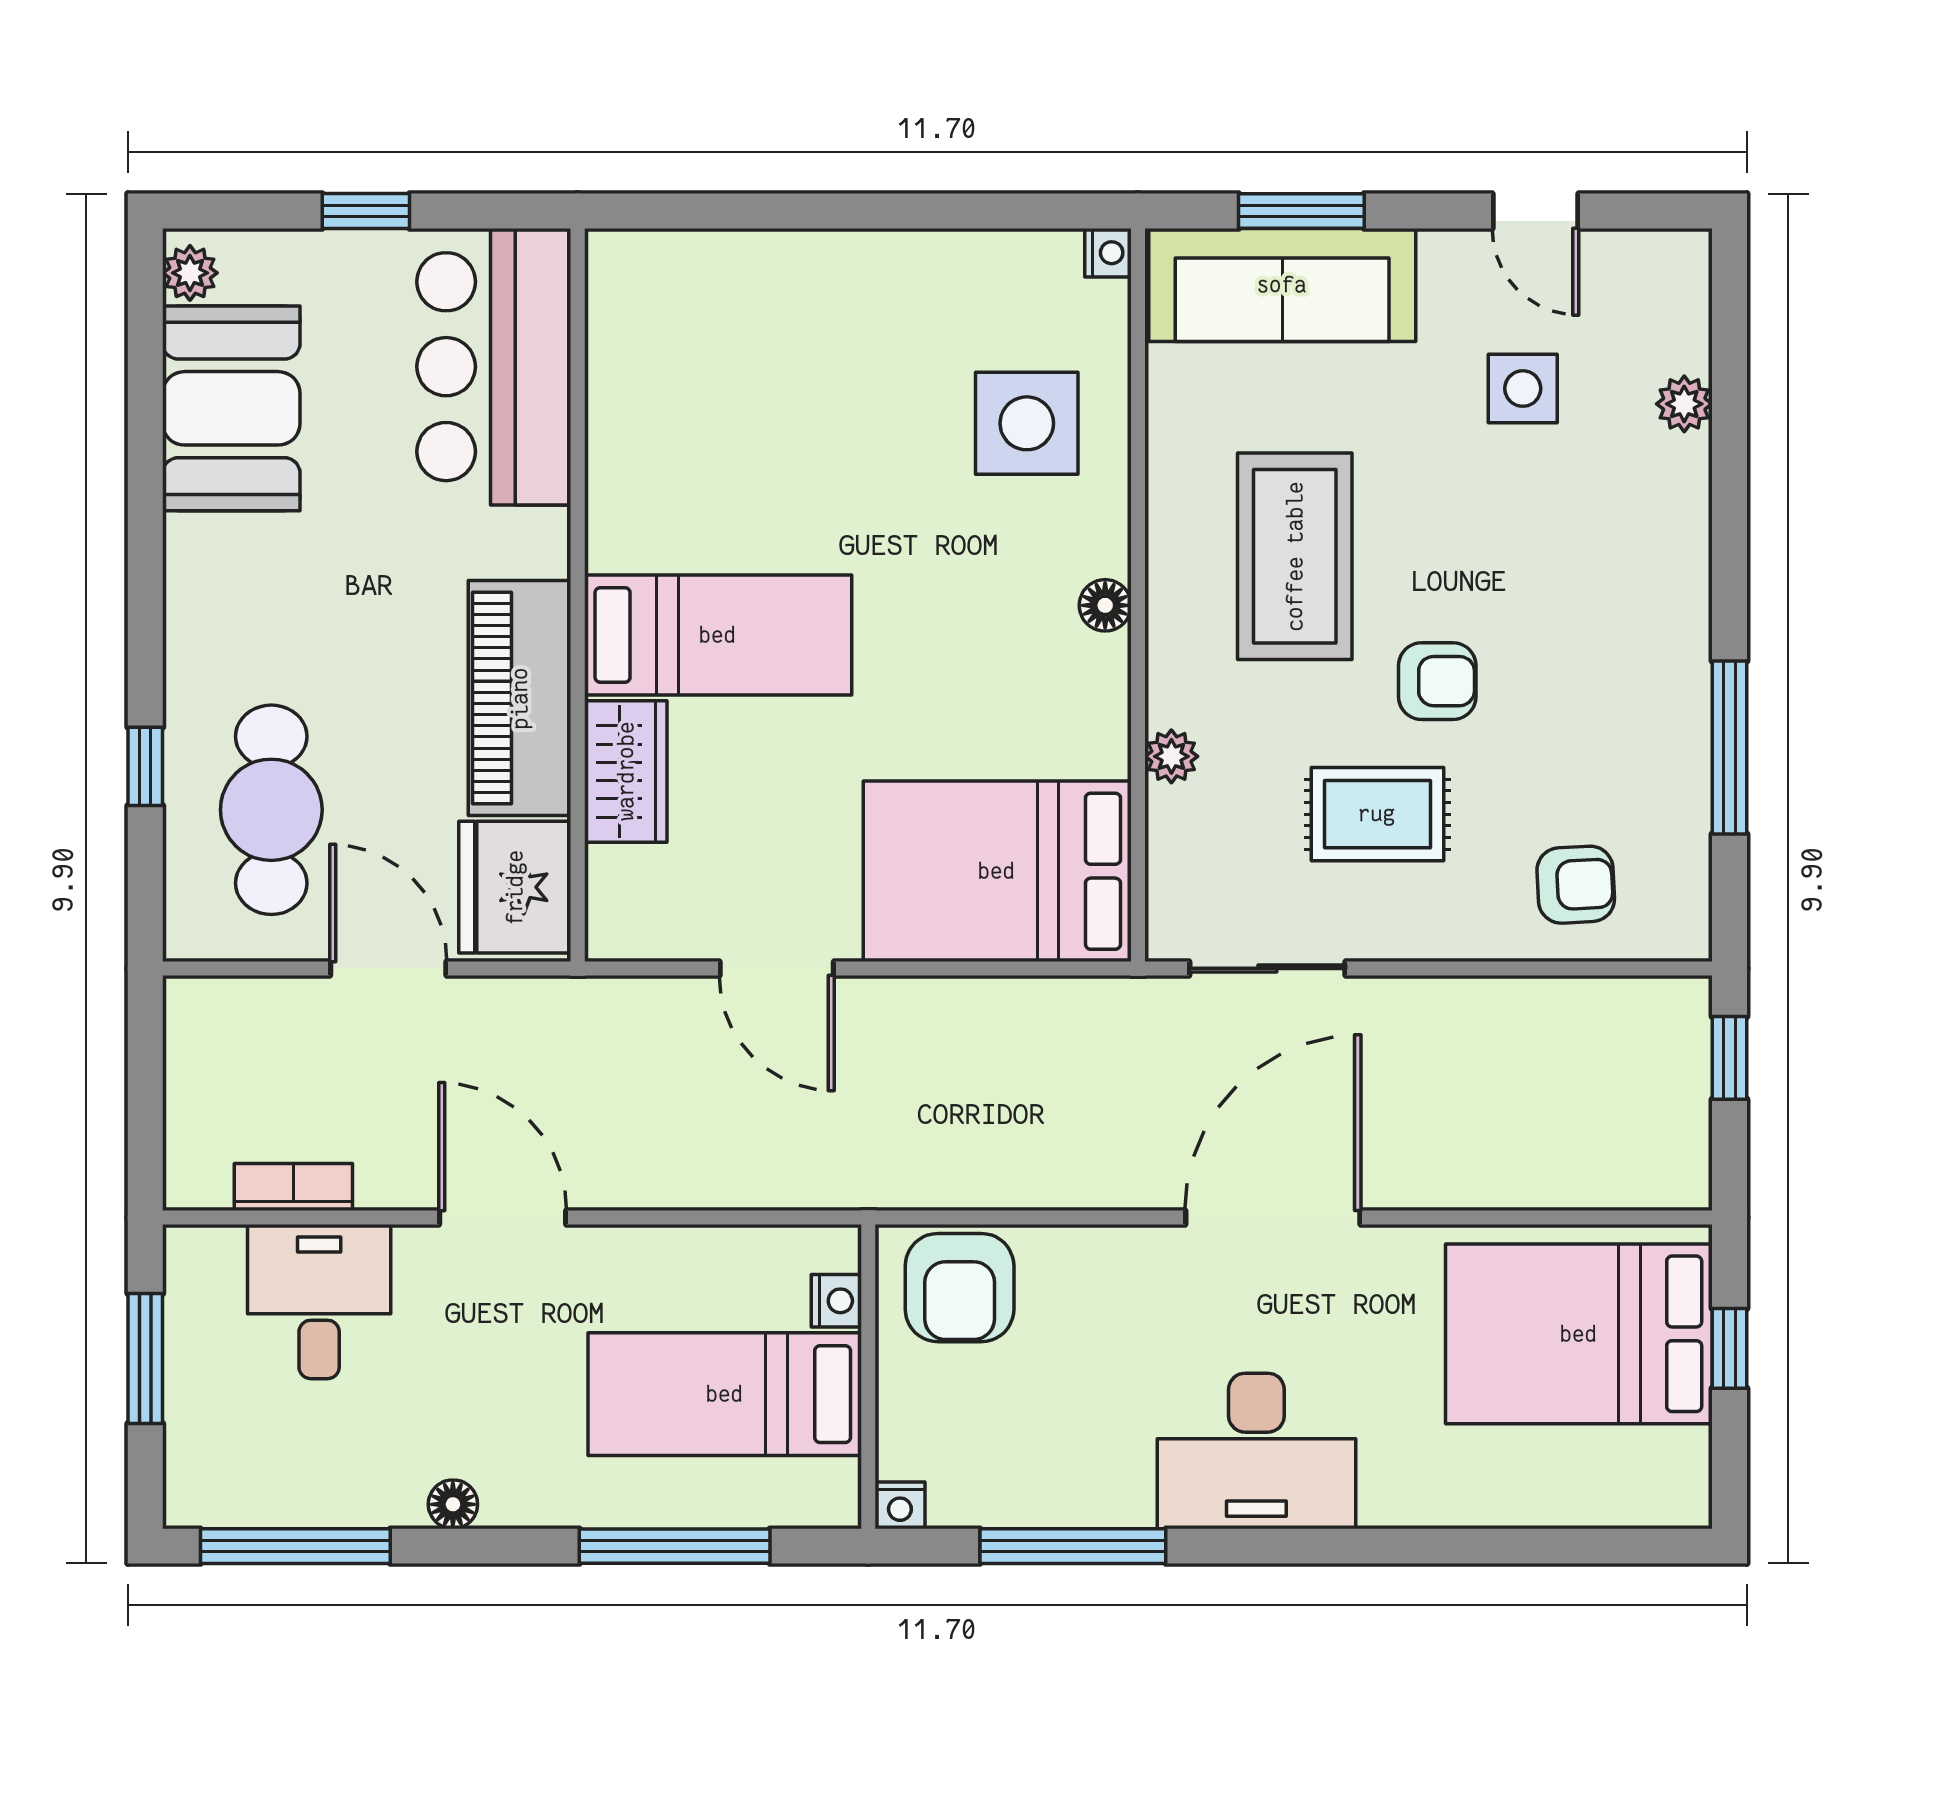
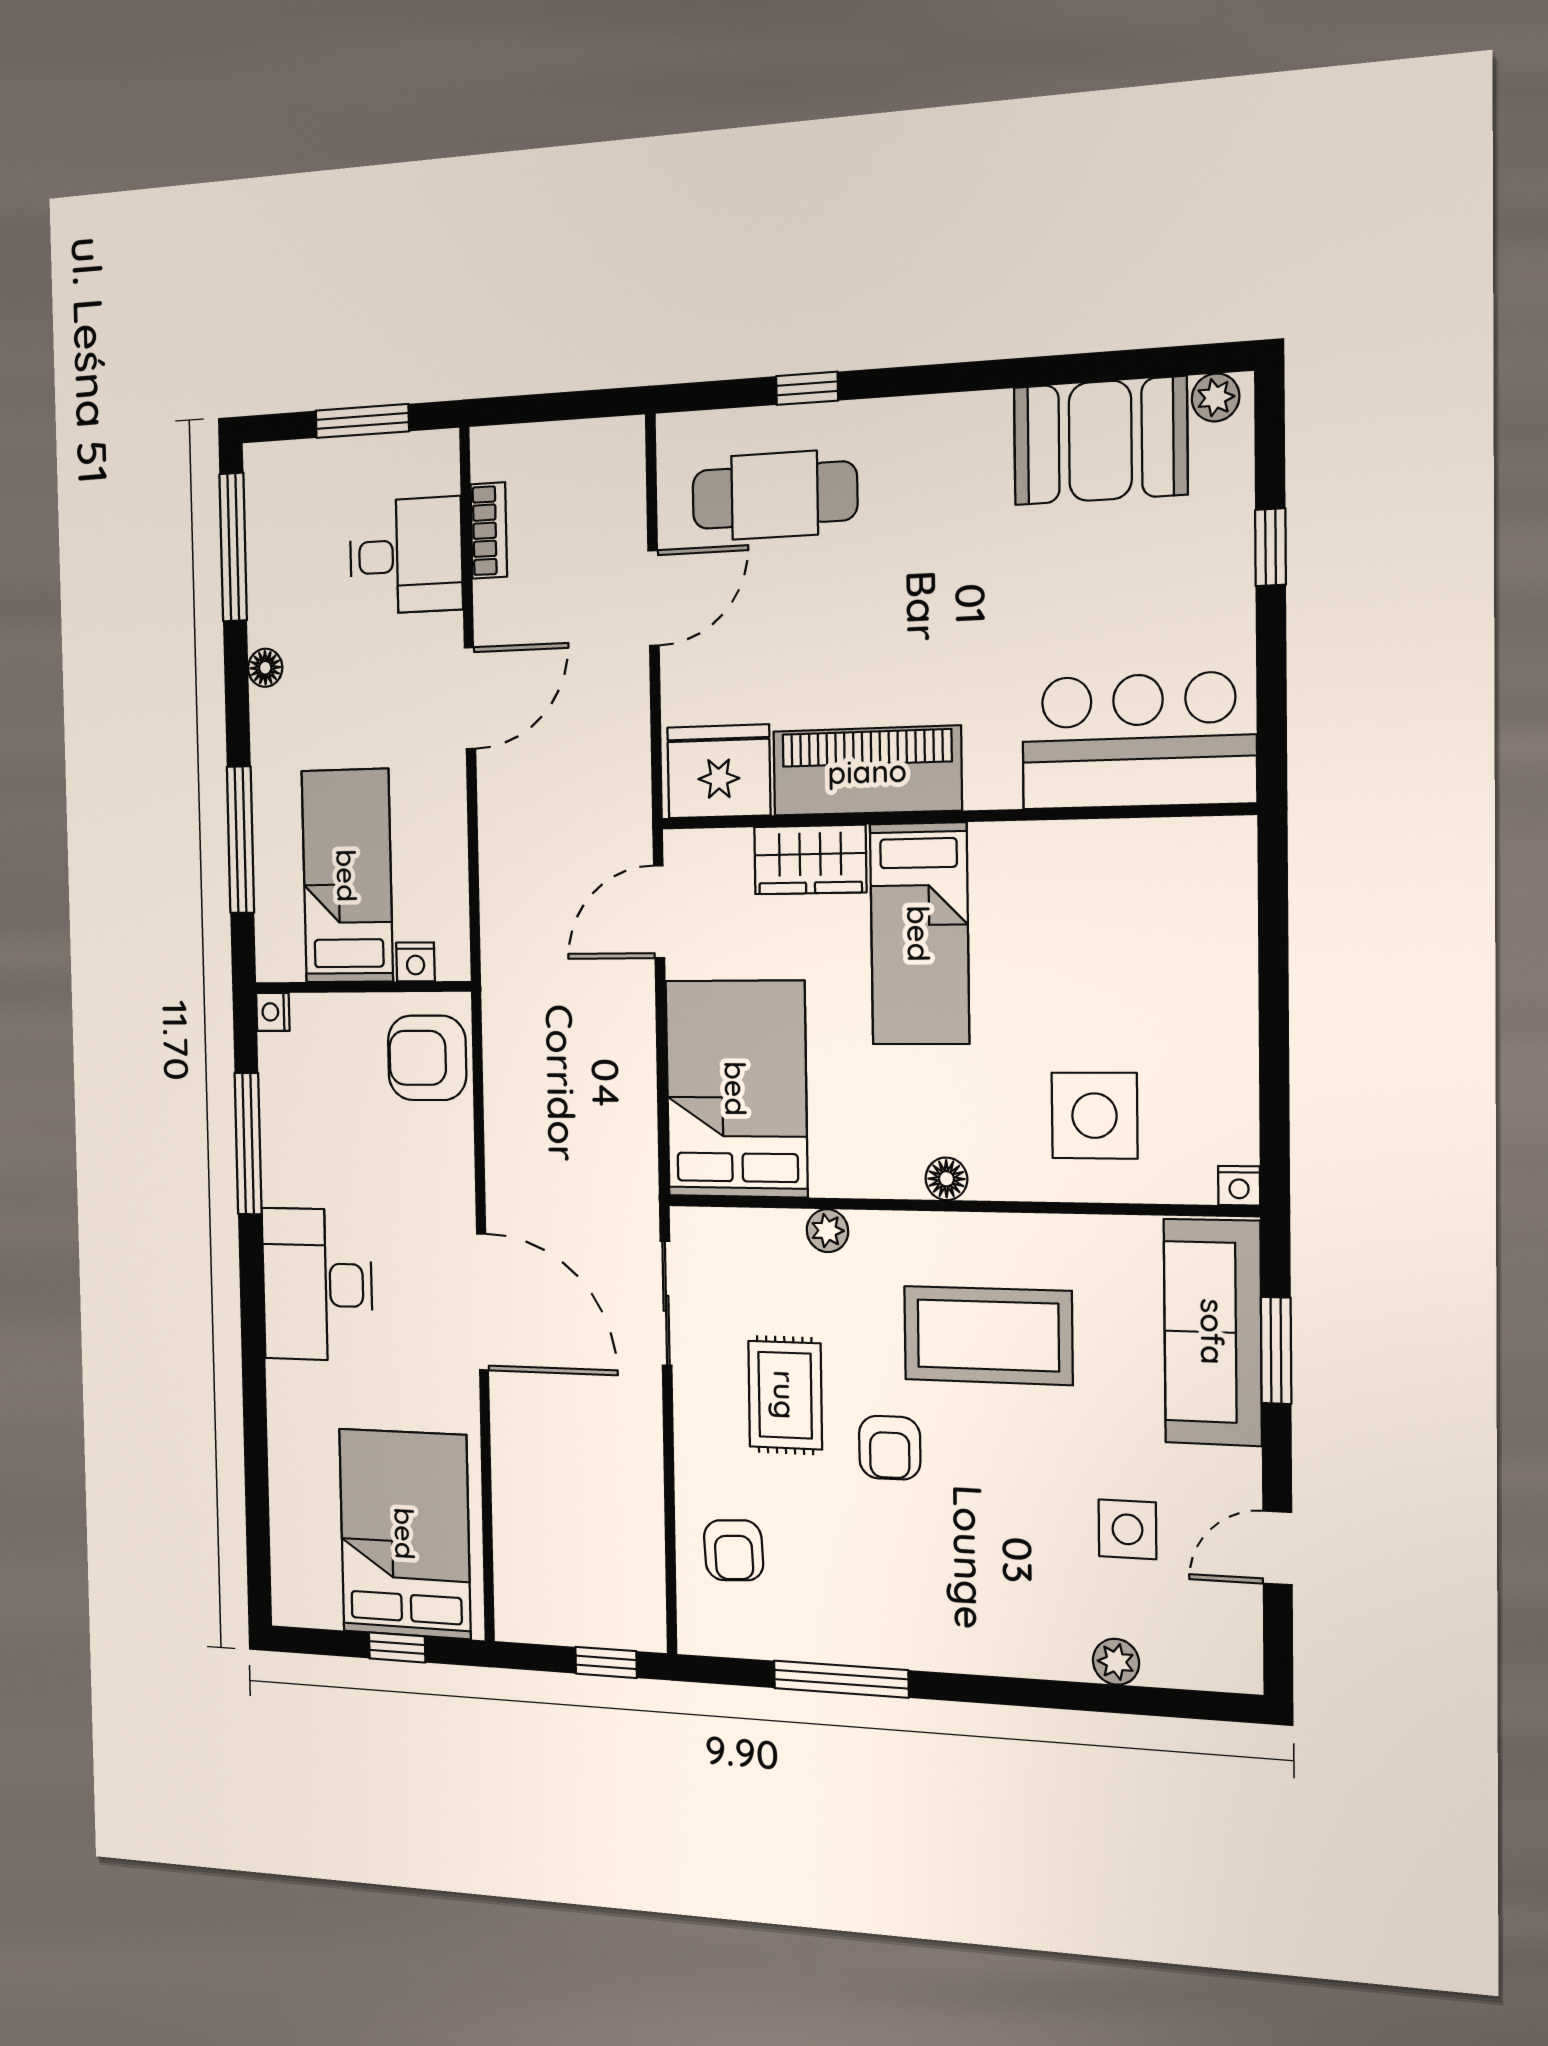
bar counter: (494, 367) -> (1138, 741), moved
wall: (578, 595) -> (950, 817), moved
bed: (718, 635) -> (919, 934), moved
piano: (520, 698) -> (867, 771), moved
wardrobe: (626, 771) -> (810, 860), moved
fridge: (515, 887) -> (719, 771), moved

